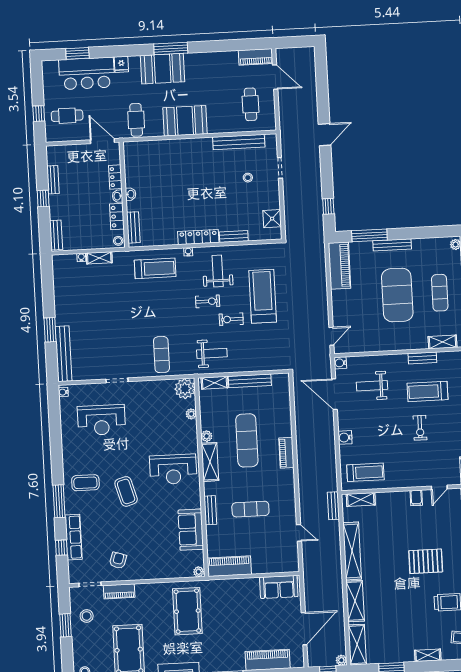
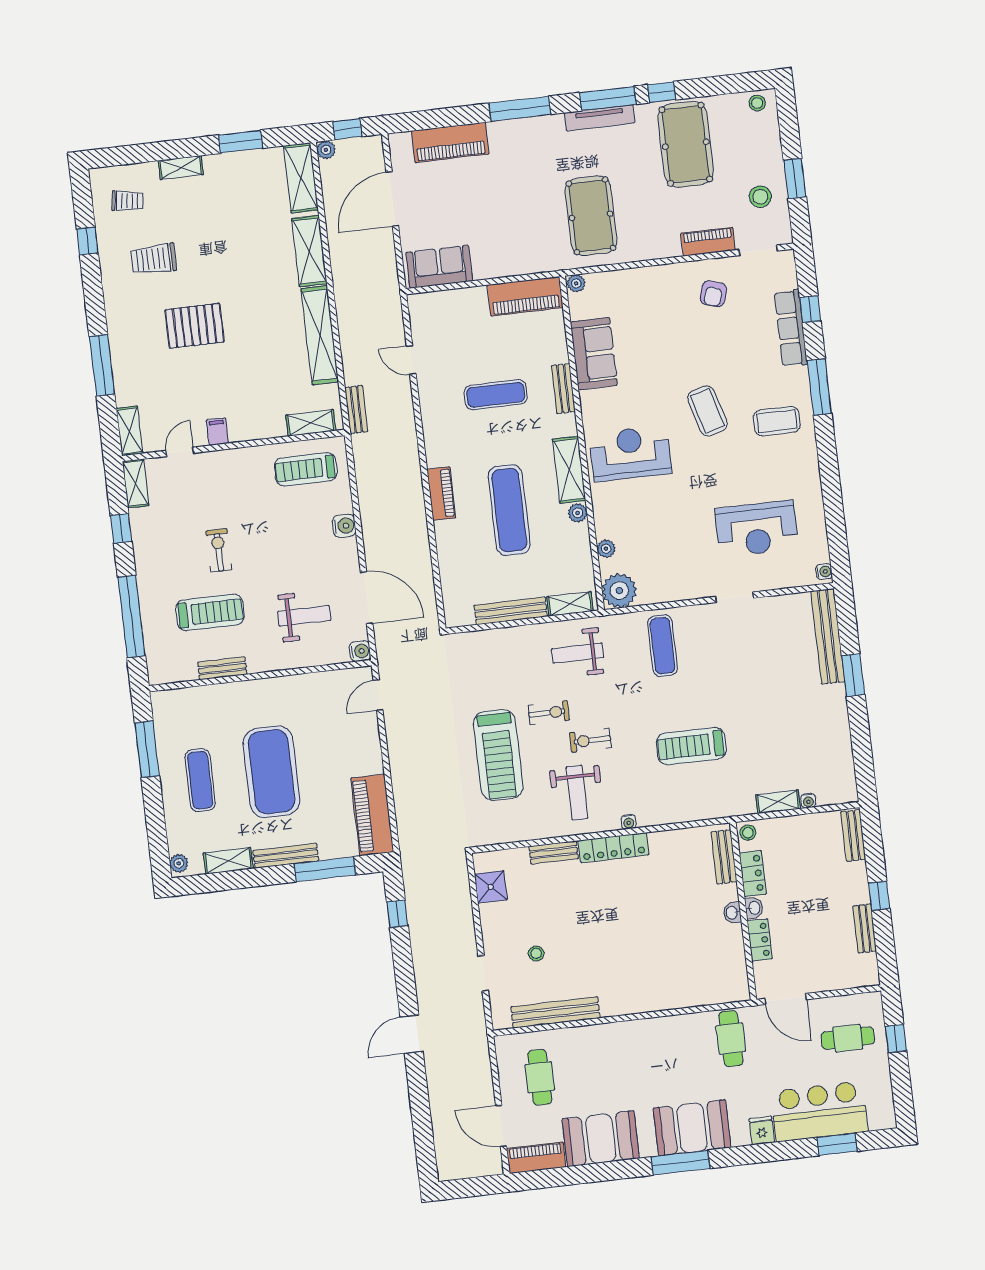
booth: (185, 121) -> (601, 1139), moved
treadmill: (155, 268) -> (691, 746), moved
shelving: (442, 342) -> (228, 861), moved
reception desk: (101, 420) -> (757, 529), turned 180

